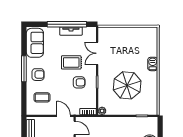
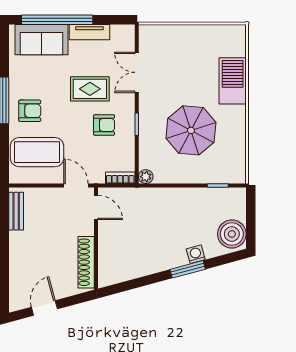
window: (67, 24) -> (57, 20), moved
sofa: (35, 43) -> (41, 40), moved, turned 90
barbecue: (153, 64) -> (233, 81), width x1.88, depth x1.53
coffee table: (42, 97) -> (37, 152), width x1.86, depth x1.72

